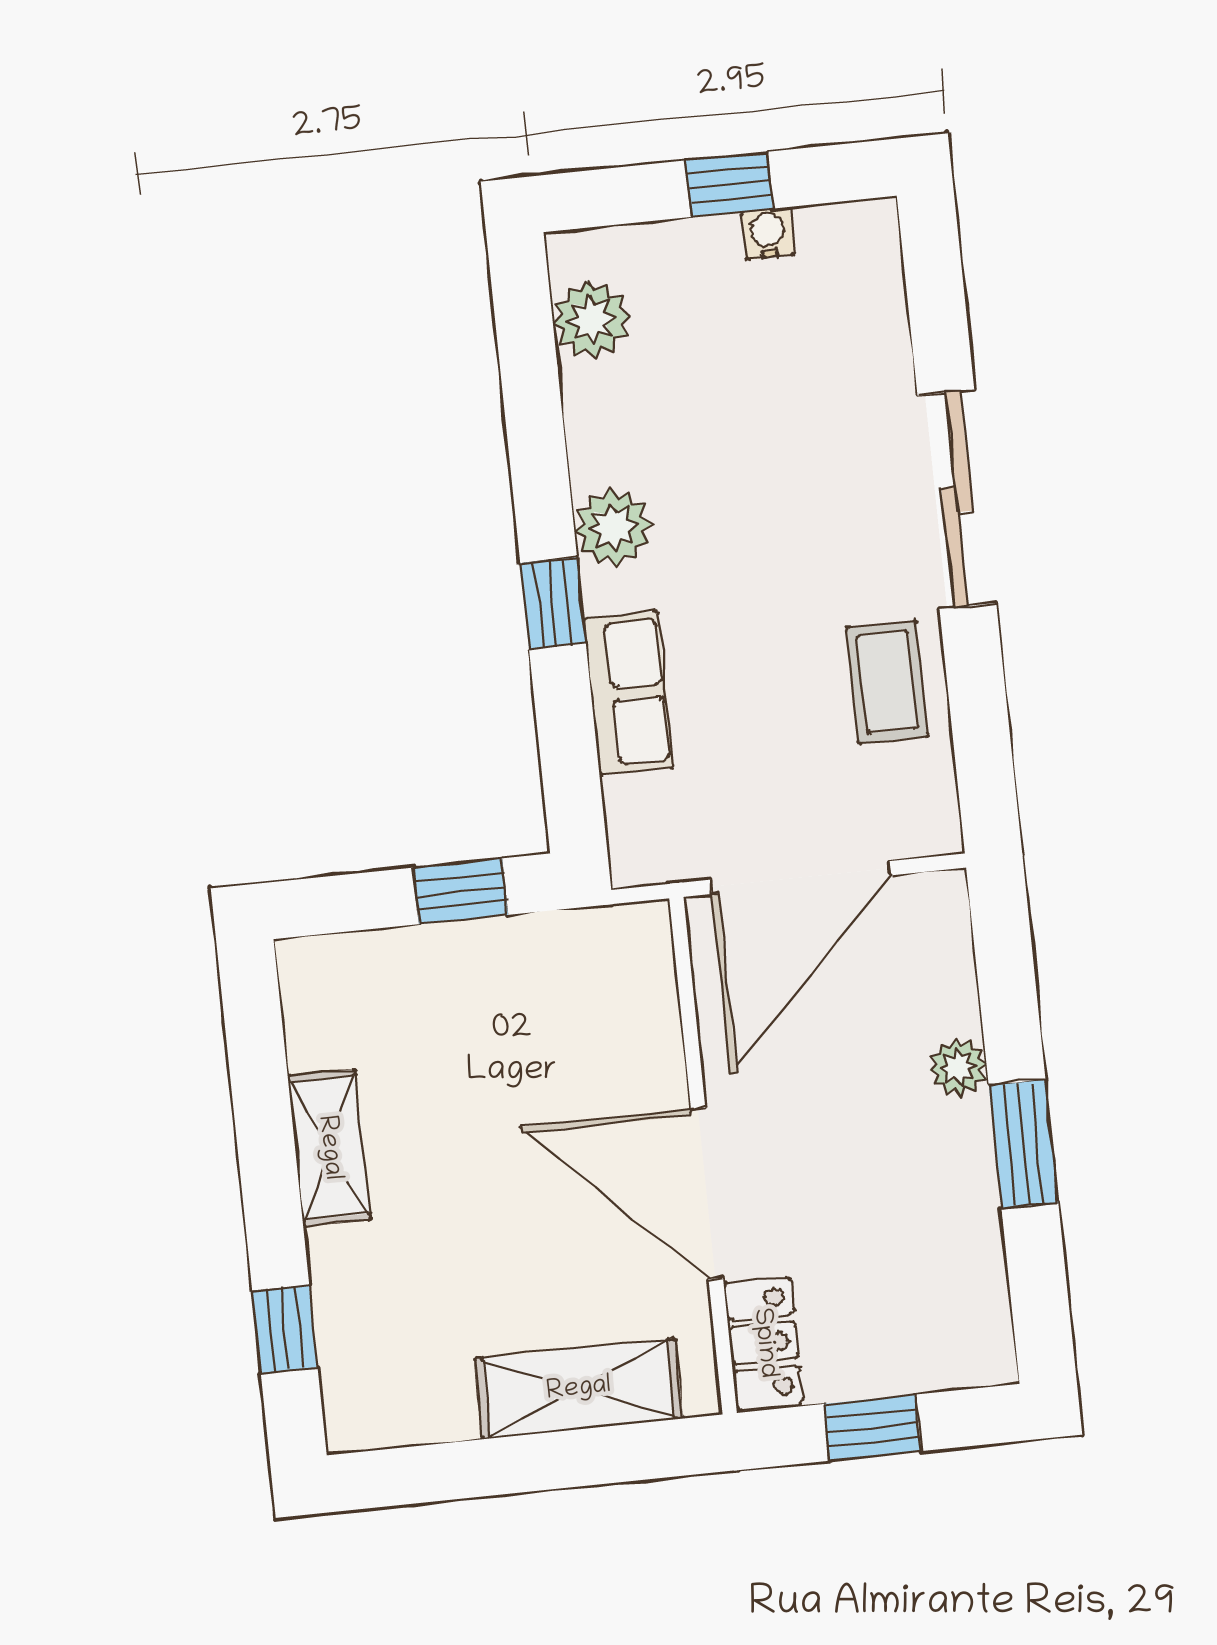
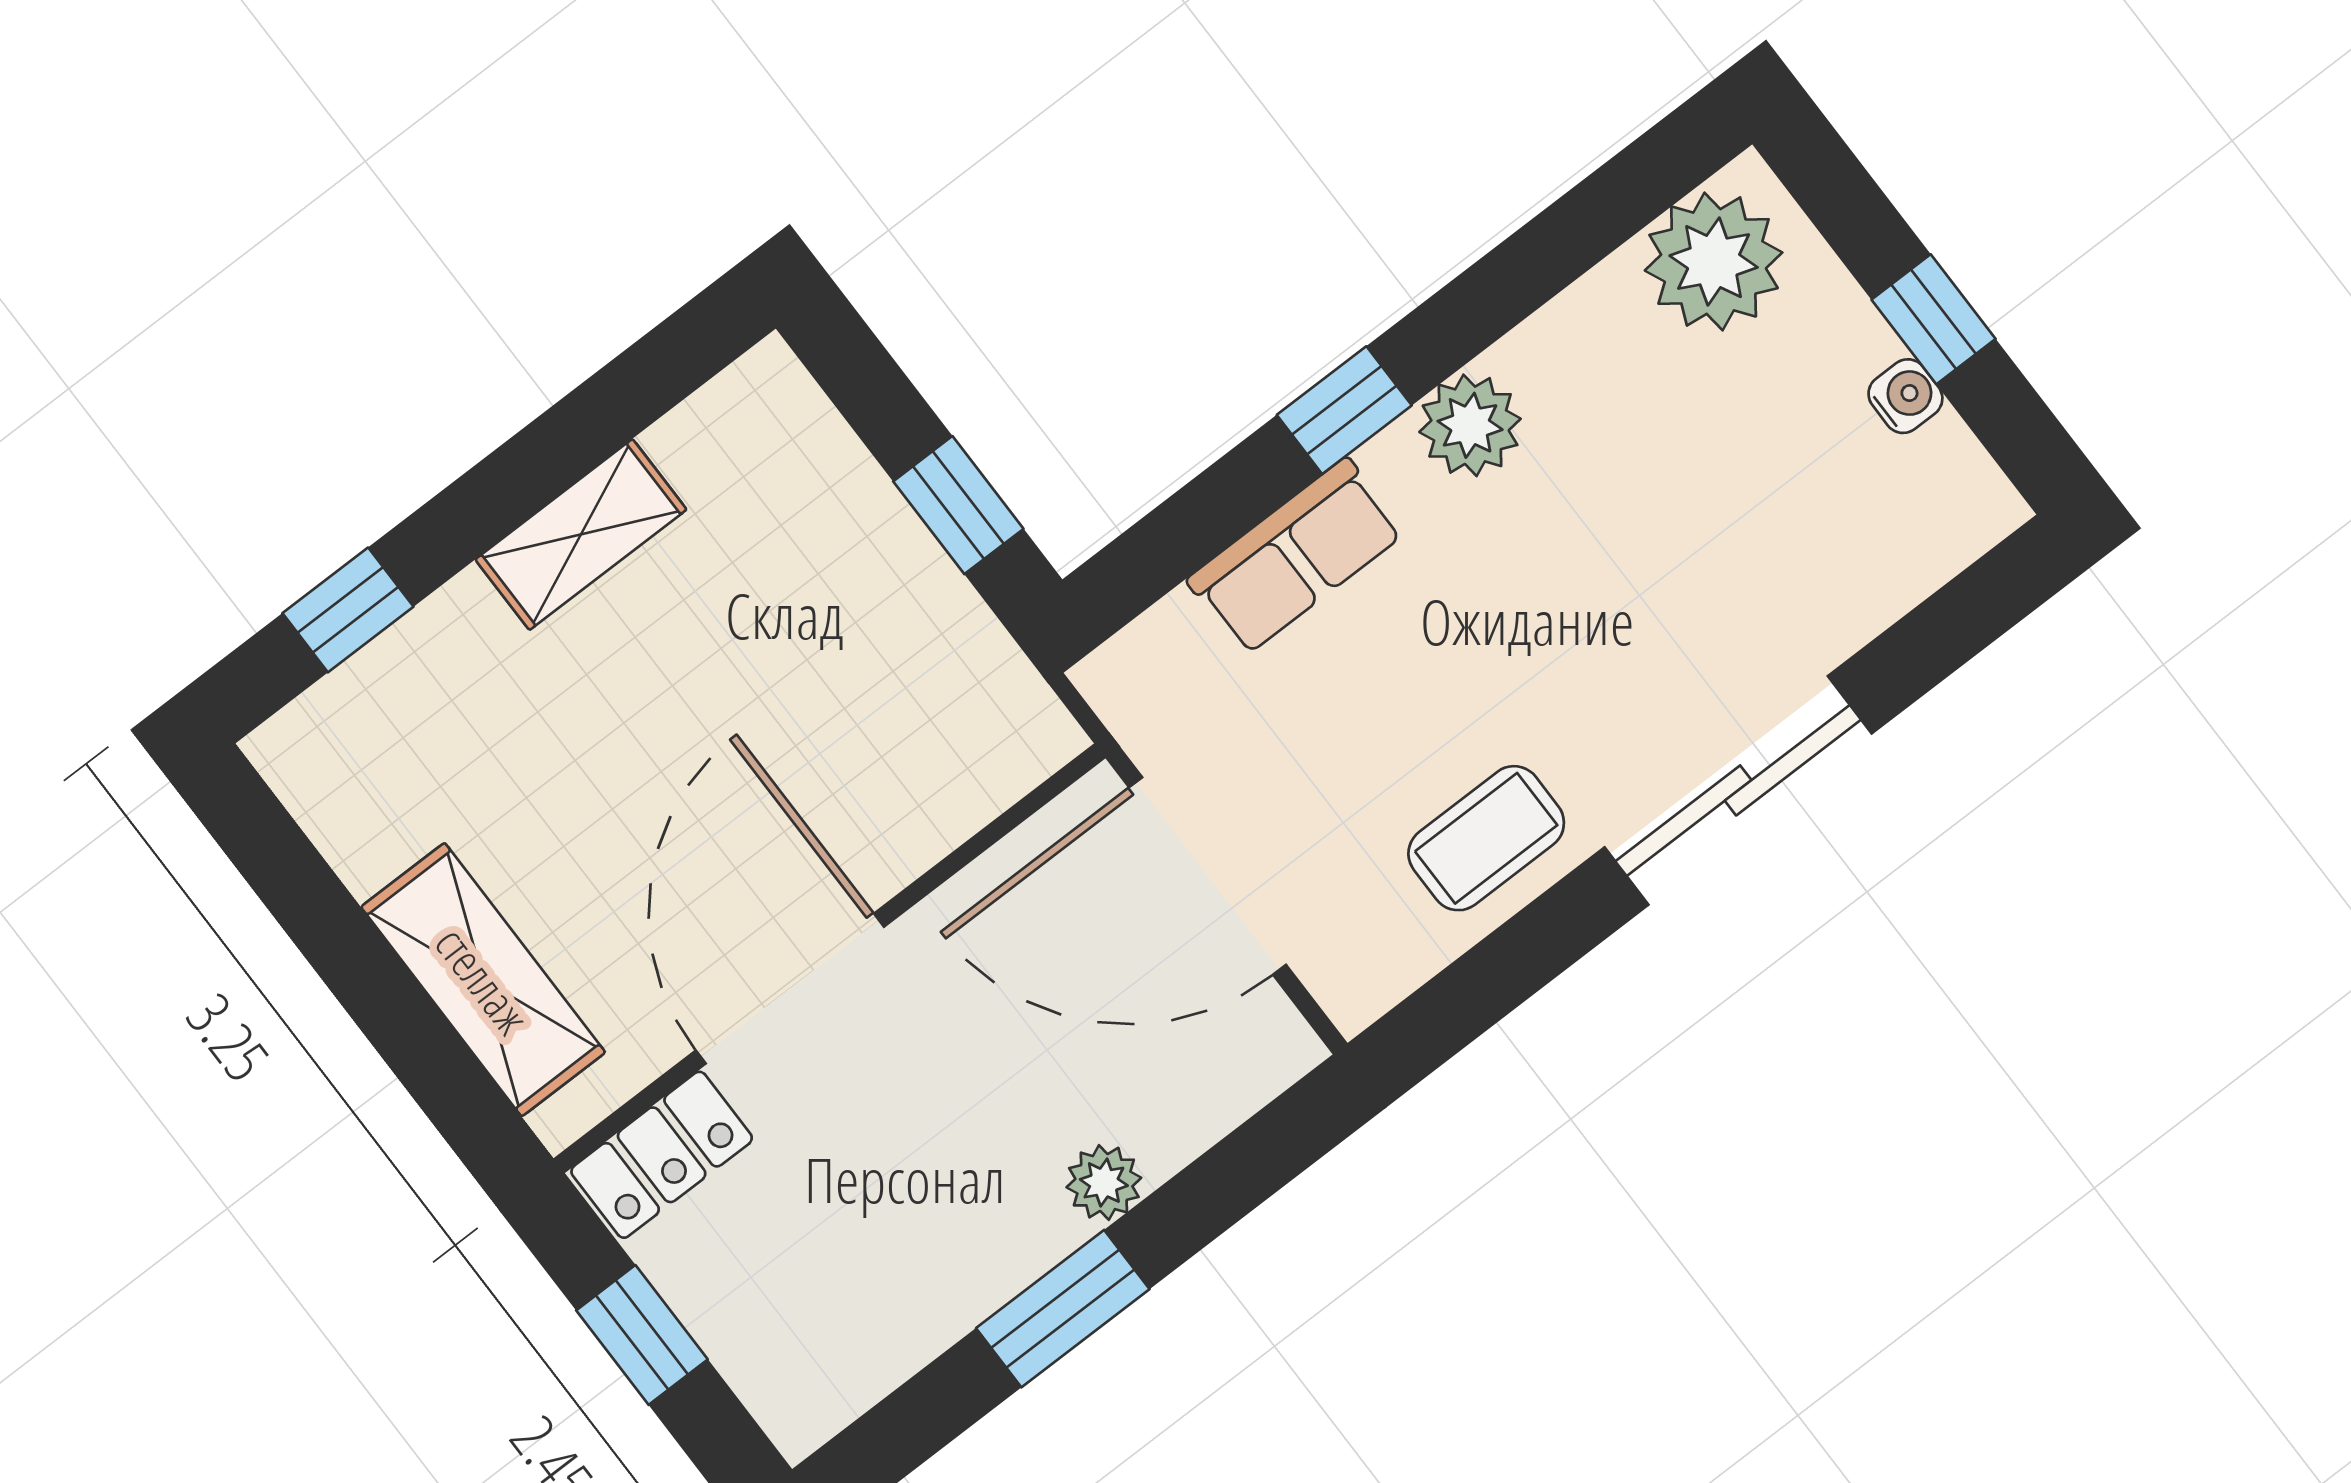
plant: (591, 320) -> (1714, 261), width x1.36, depth x1.36

